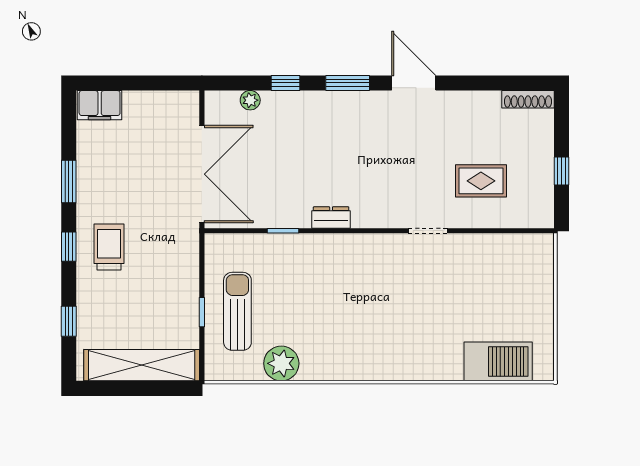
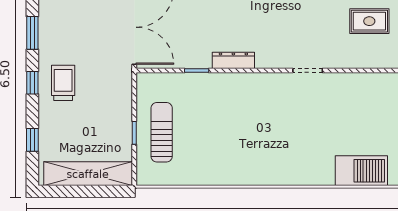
rug: (481, 181) -> (369, 21), moved
dresser: (331, 218) -> (233, 60), width x1.44
plant: (281, 363) -> (195, 172), removed

